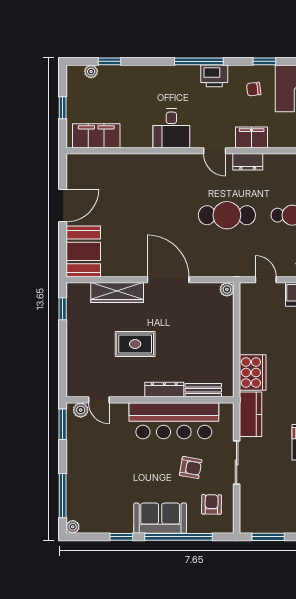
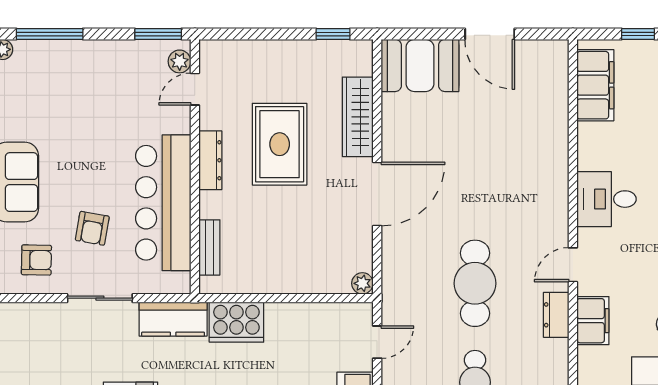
rug: (135, 344) -> (280, 144), width x1.36, depth x1.43
dresser: (164, 390) -> (210, 160), moved

